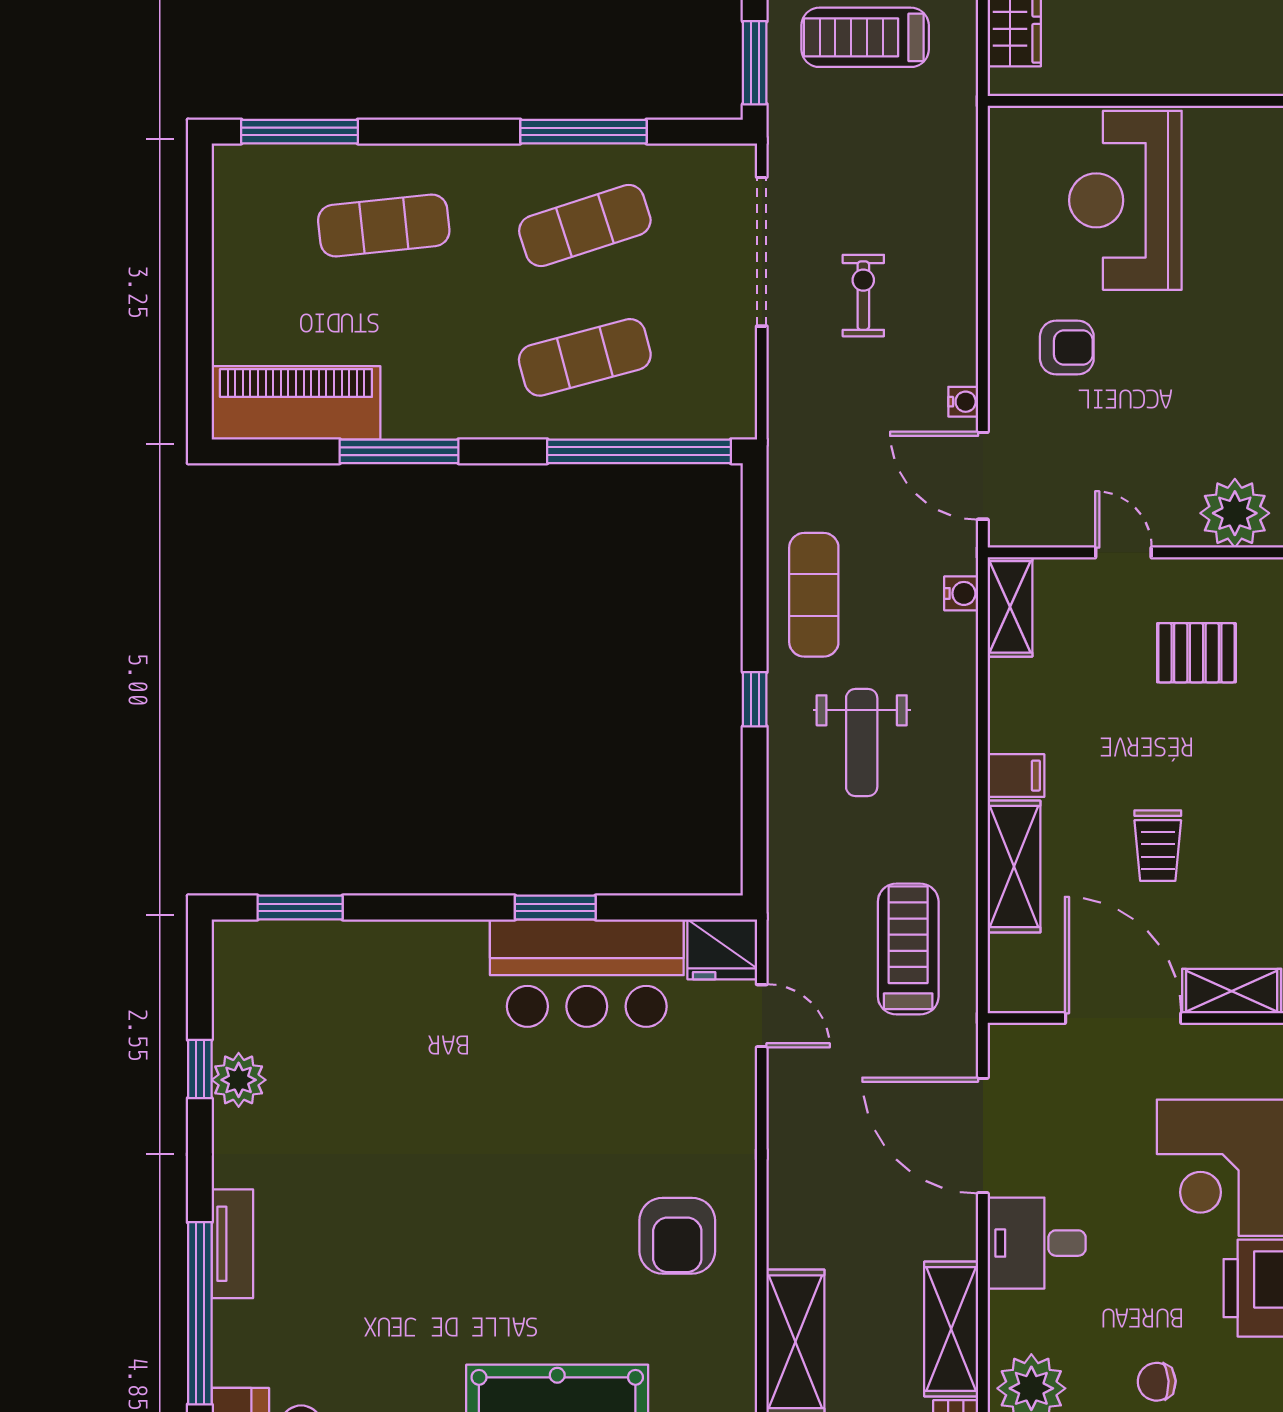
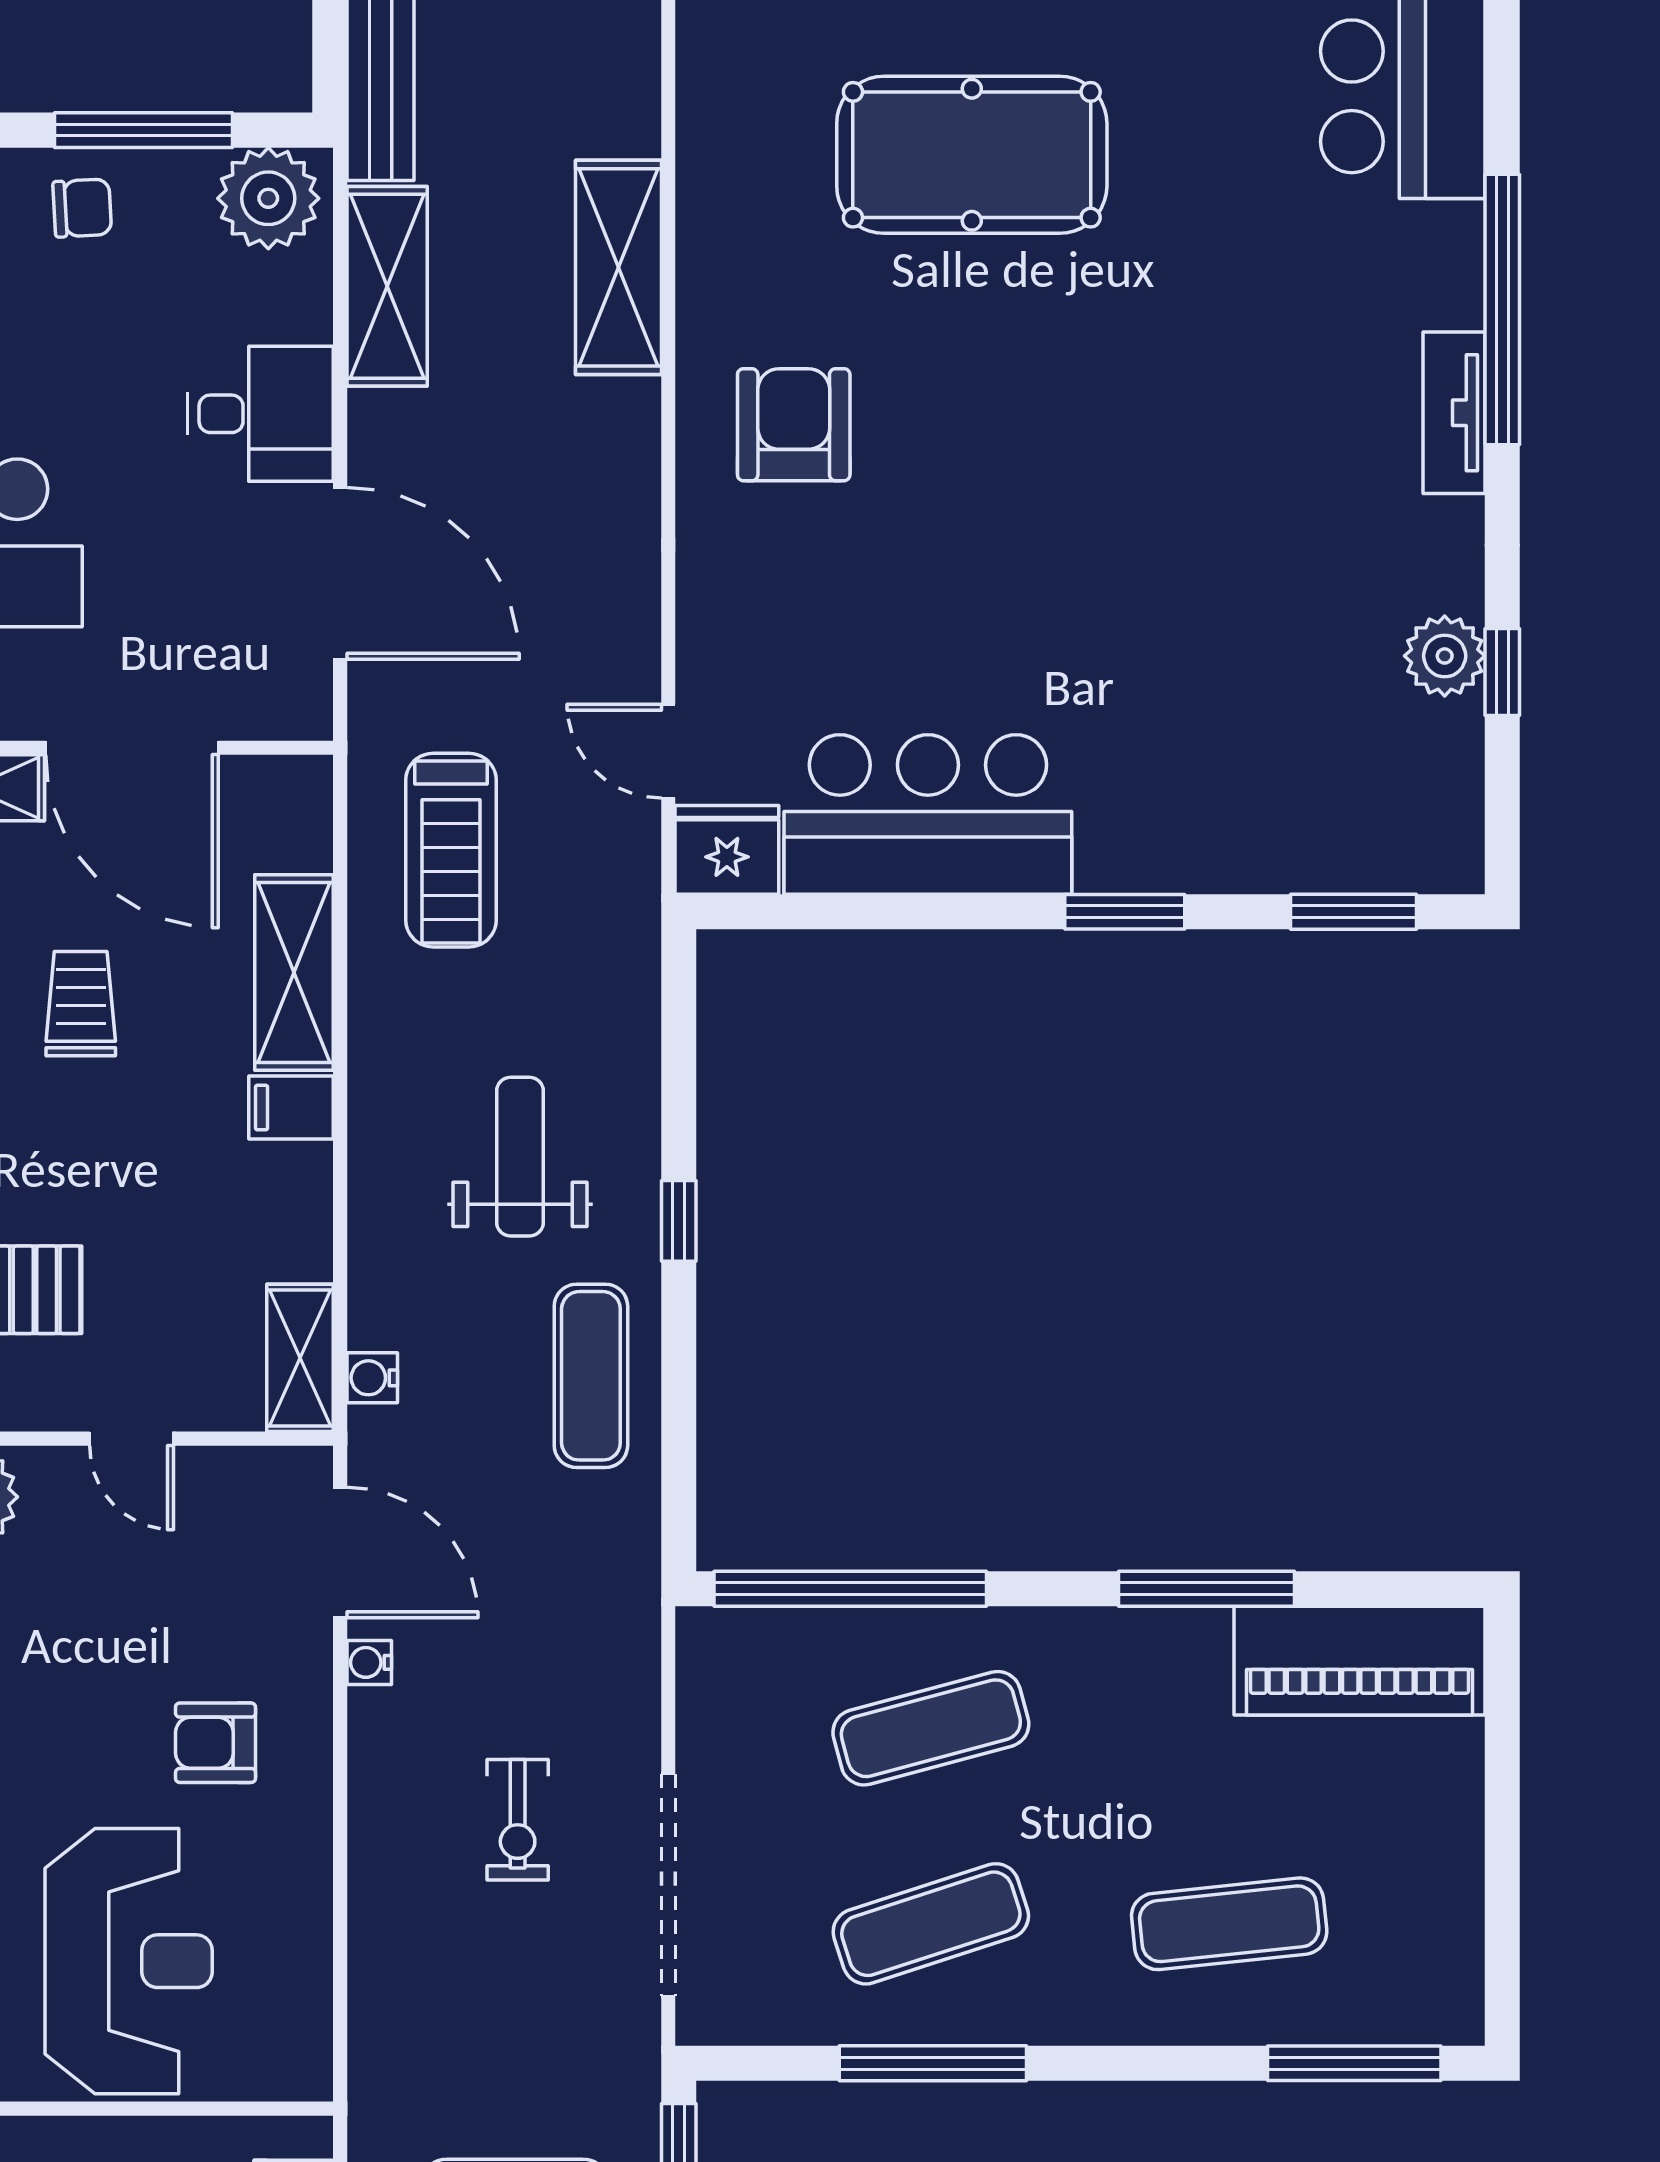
window: (555, 908) -> (1125, 912), moved

